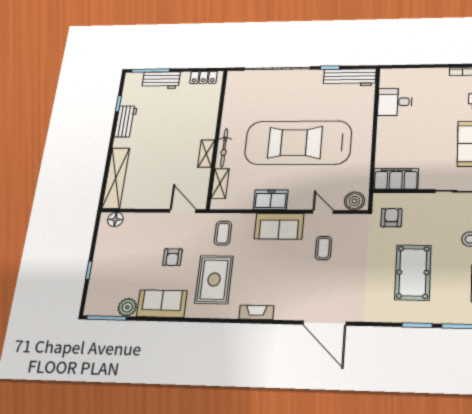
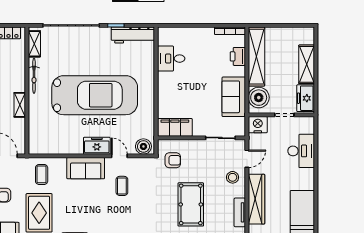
car: (298, 143) -> (95, 95), turned 180
bicycle: (224, 148) -> (34, 76), moved
shelving: (220, 183) -> (34, 44), moved
freezer: (271, 200) -> (97, 146), moved
armchair: (391, 218) -> (173, 160), turned 90

